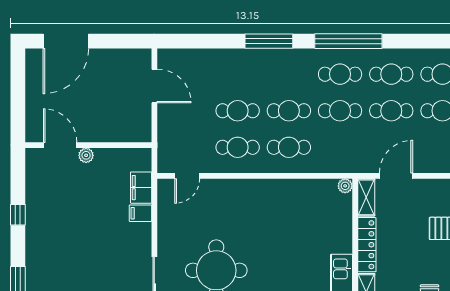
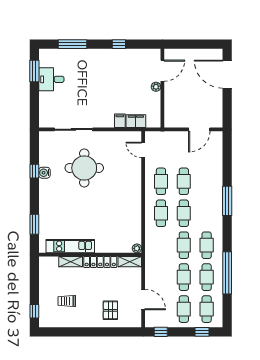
window: (348, 41) -> (227, 273), moved
door: (396, 176) -> (143, 299), moved

